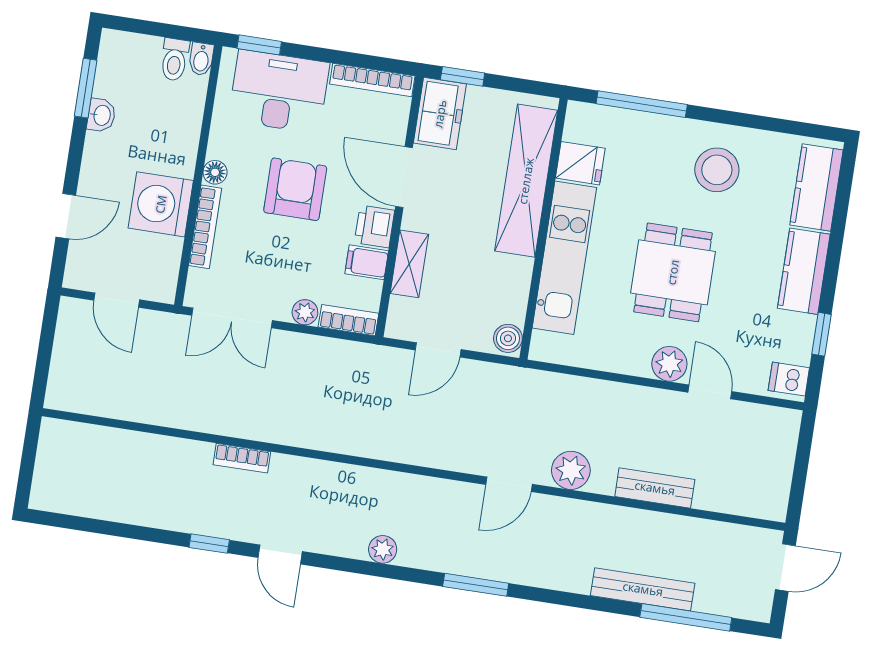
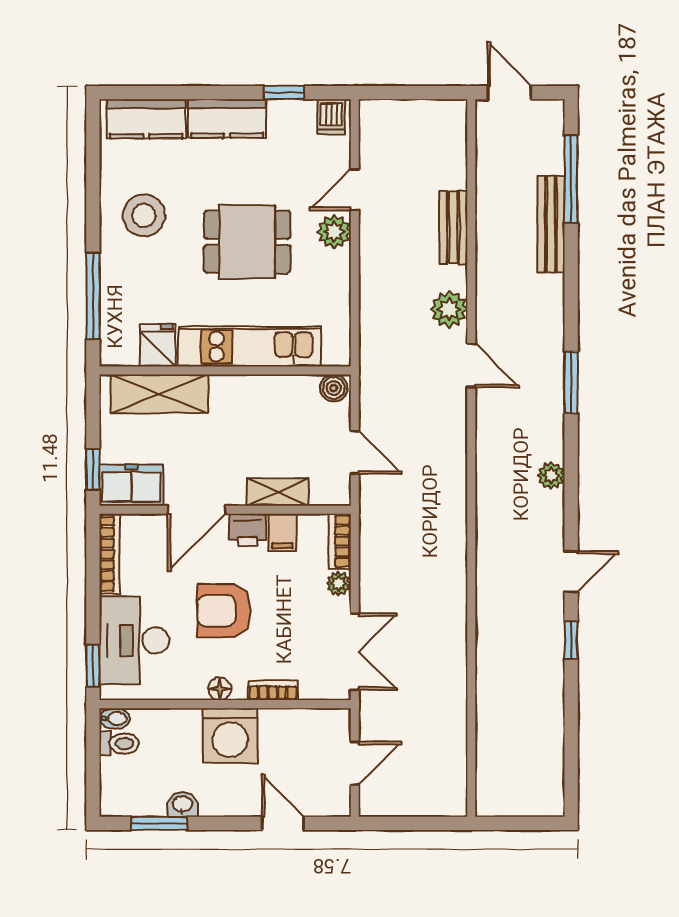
shelving: (526, 181) -> (159, 394), width x0.68
washing machine: (161, 204) -> (230, 735), moved
bookcase: (205, 227) -> (273, 690), width x0.64
bookcase: (242, 458) -> (486, 622), removed

